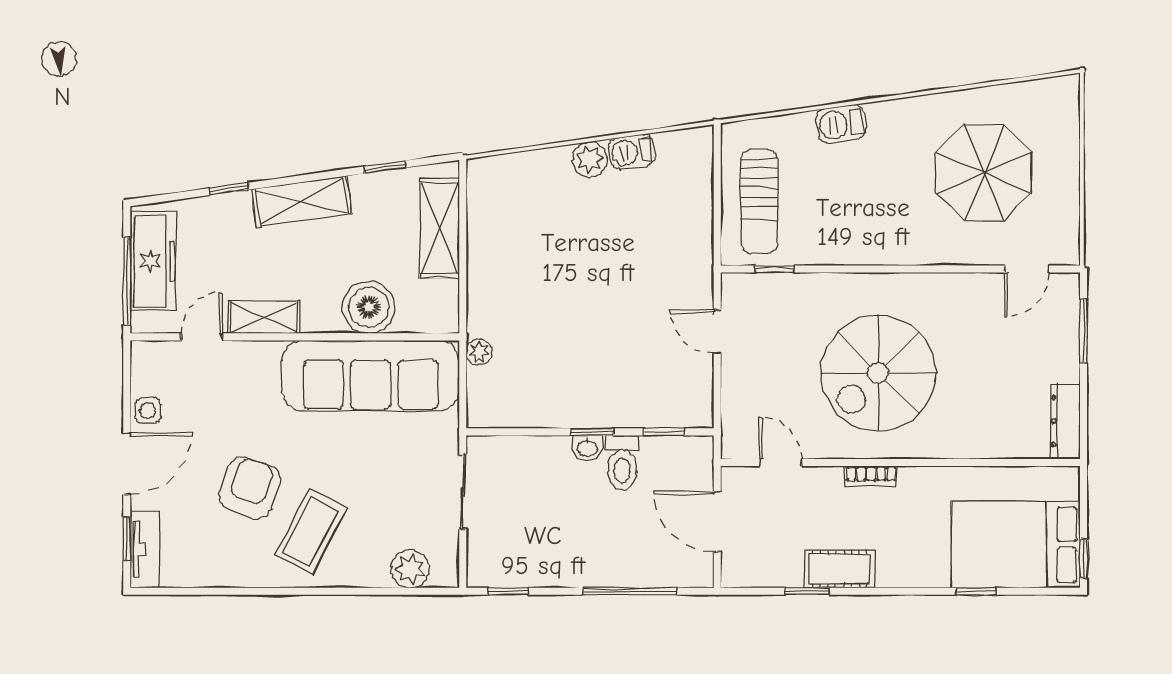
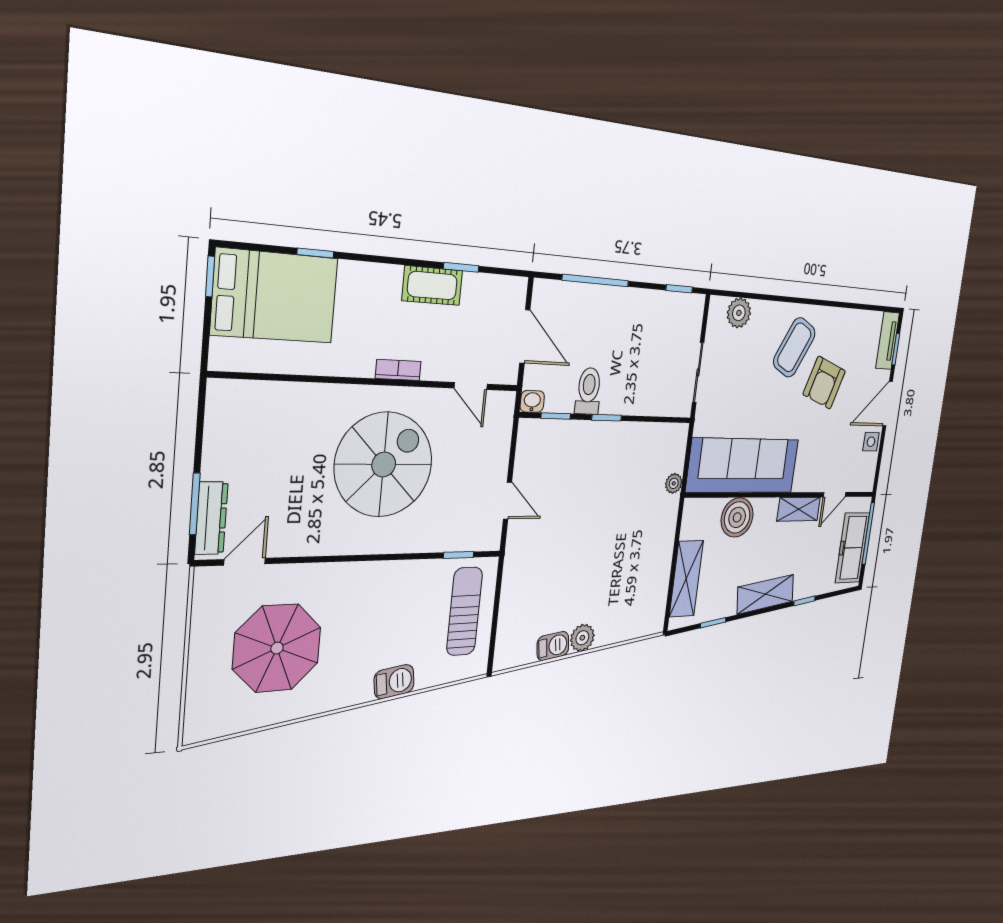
dresser: (1065, 421) -> (211, 518), moved
washbasin: (587, 448) -> (532, 401), moved

